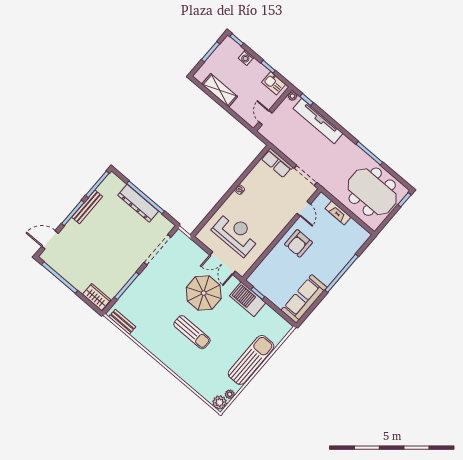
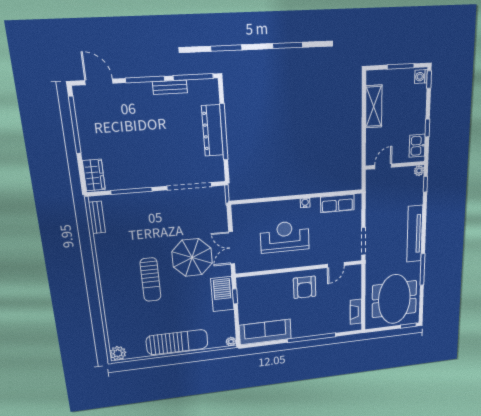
washing machine: (246, 58) -> (421, 77), moved
tv unit: (318, 121) -> (415, 234), moved
row of seats: (277, 163) -> (337, 204), moved, turned -90
bench: (87, 207) -> (170, 87), width x0.73
fireplace: (338, 213) -> (356, 312), moved
reception desk: (236, 234) -> (285, 237), moved, turned -90
armchair: (298, 243) -> (305, 287), turned -90
plant: (230, 394) -> (231, 342), moved

